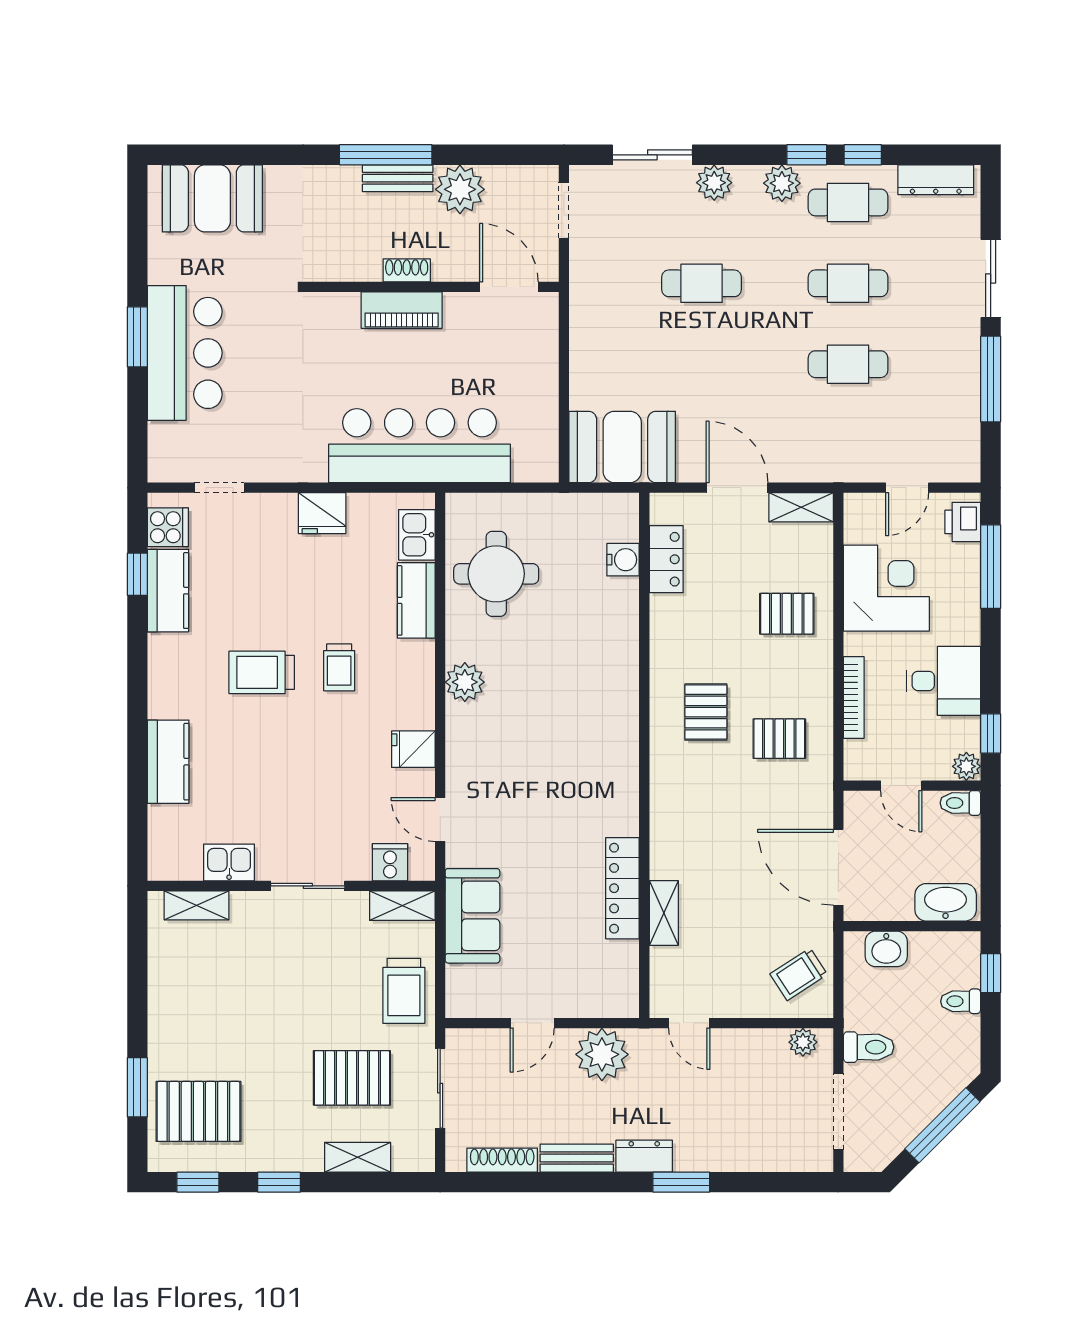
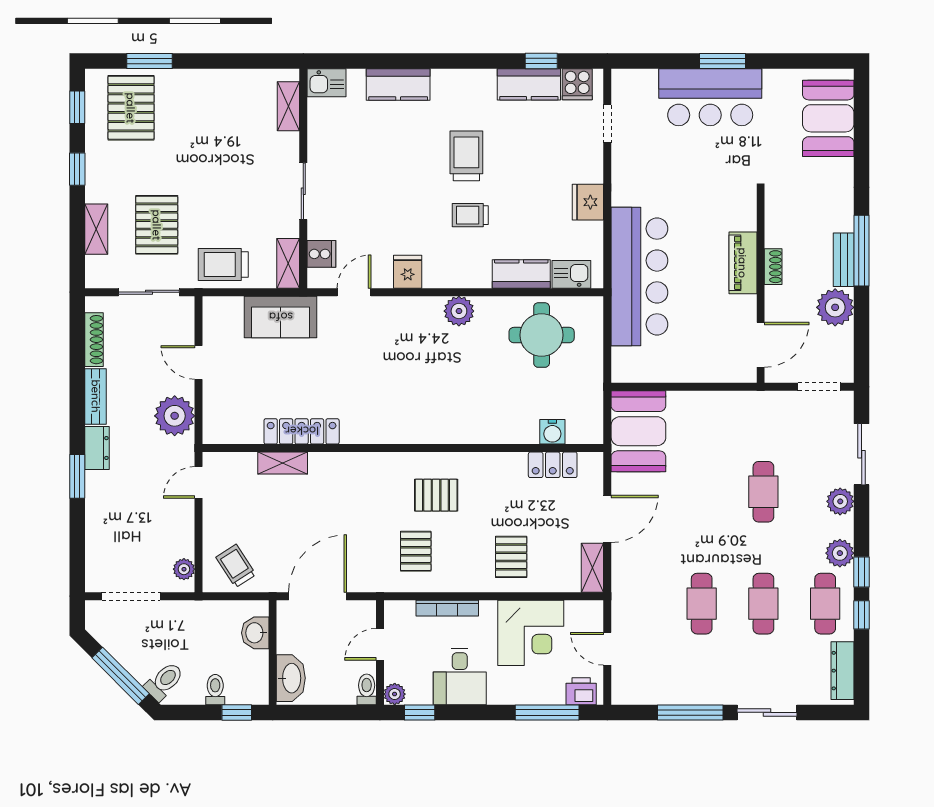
kitchen sink: (229, 862) -> (327, 83), moved, turned 90
toilet: (869, 1047) -> (164, 681), moved, turned -135

